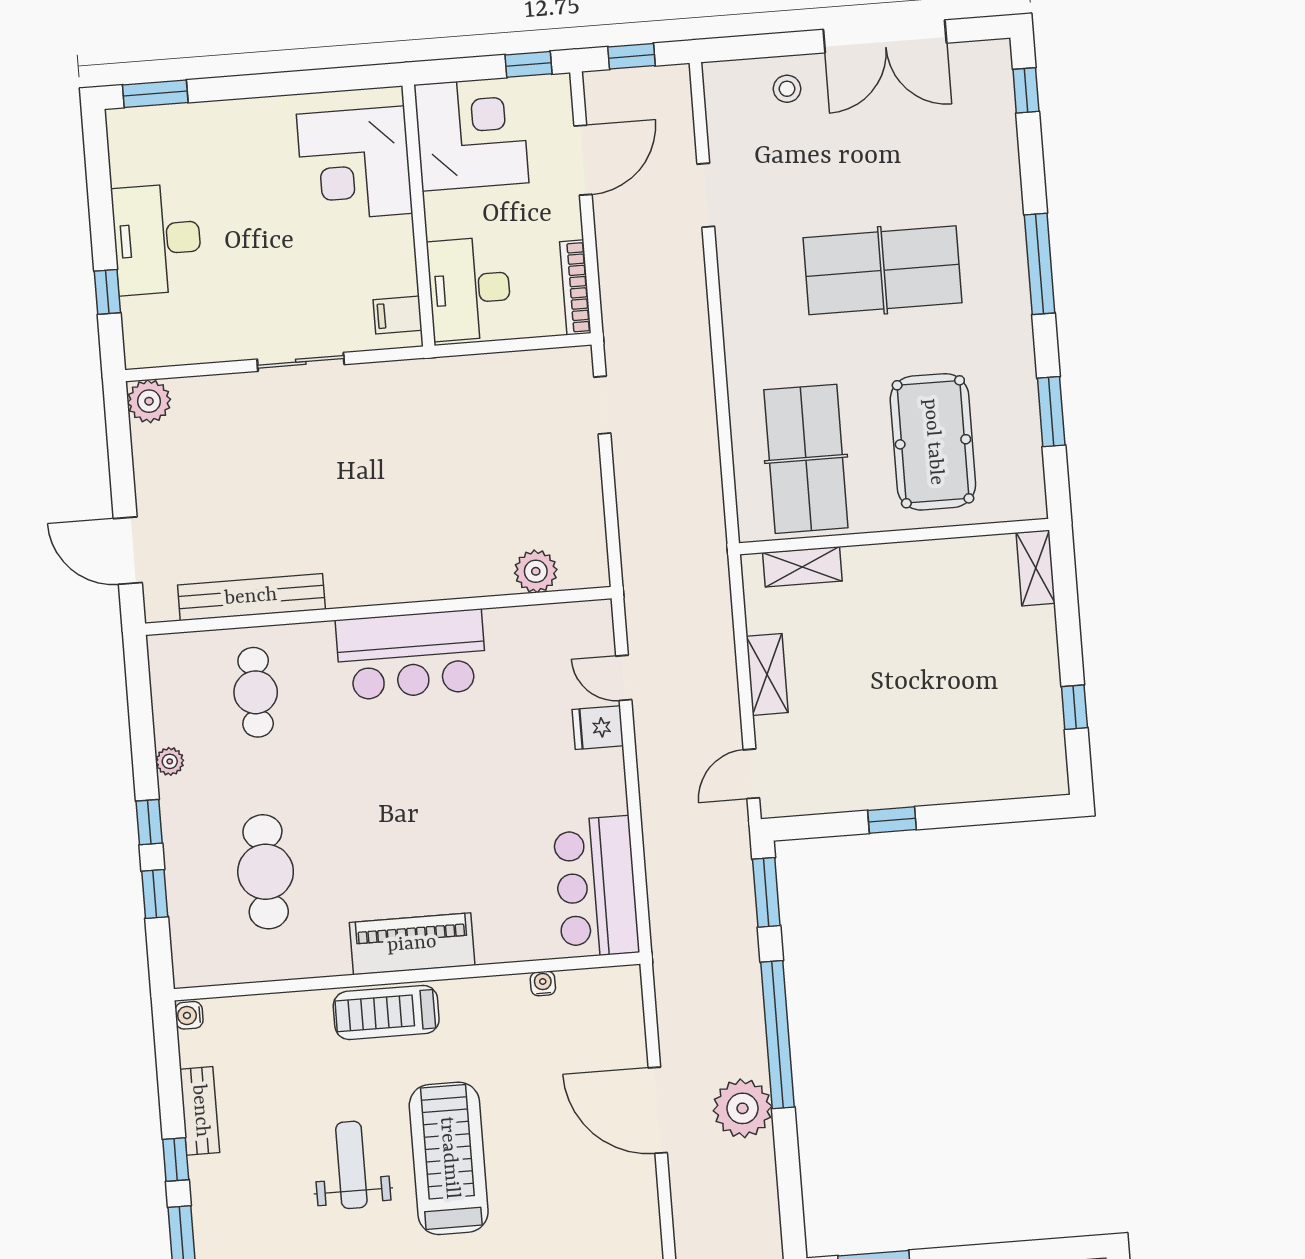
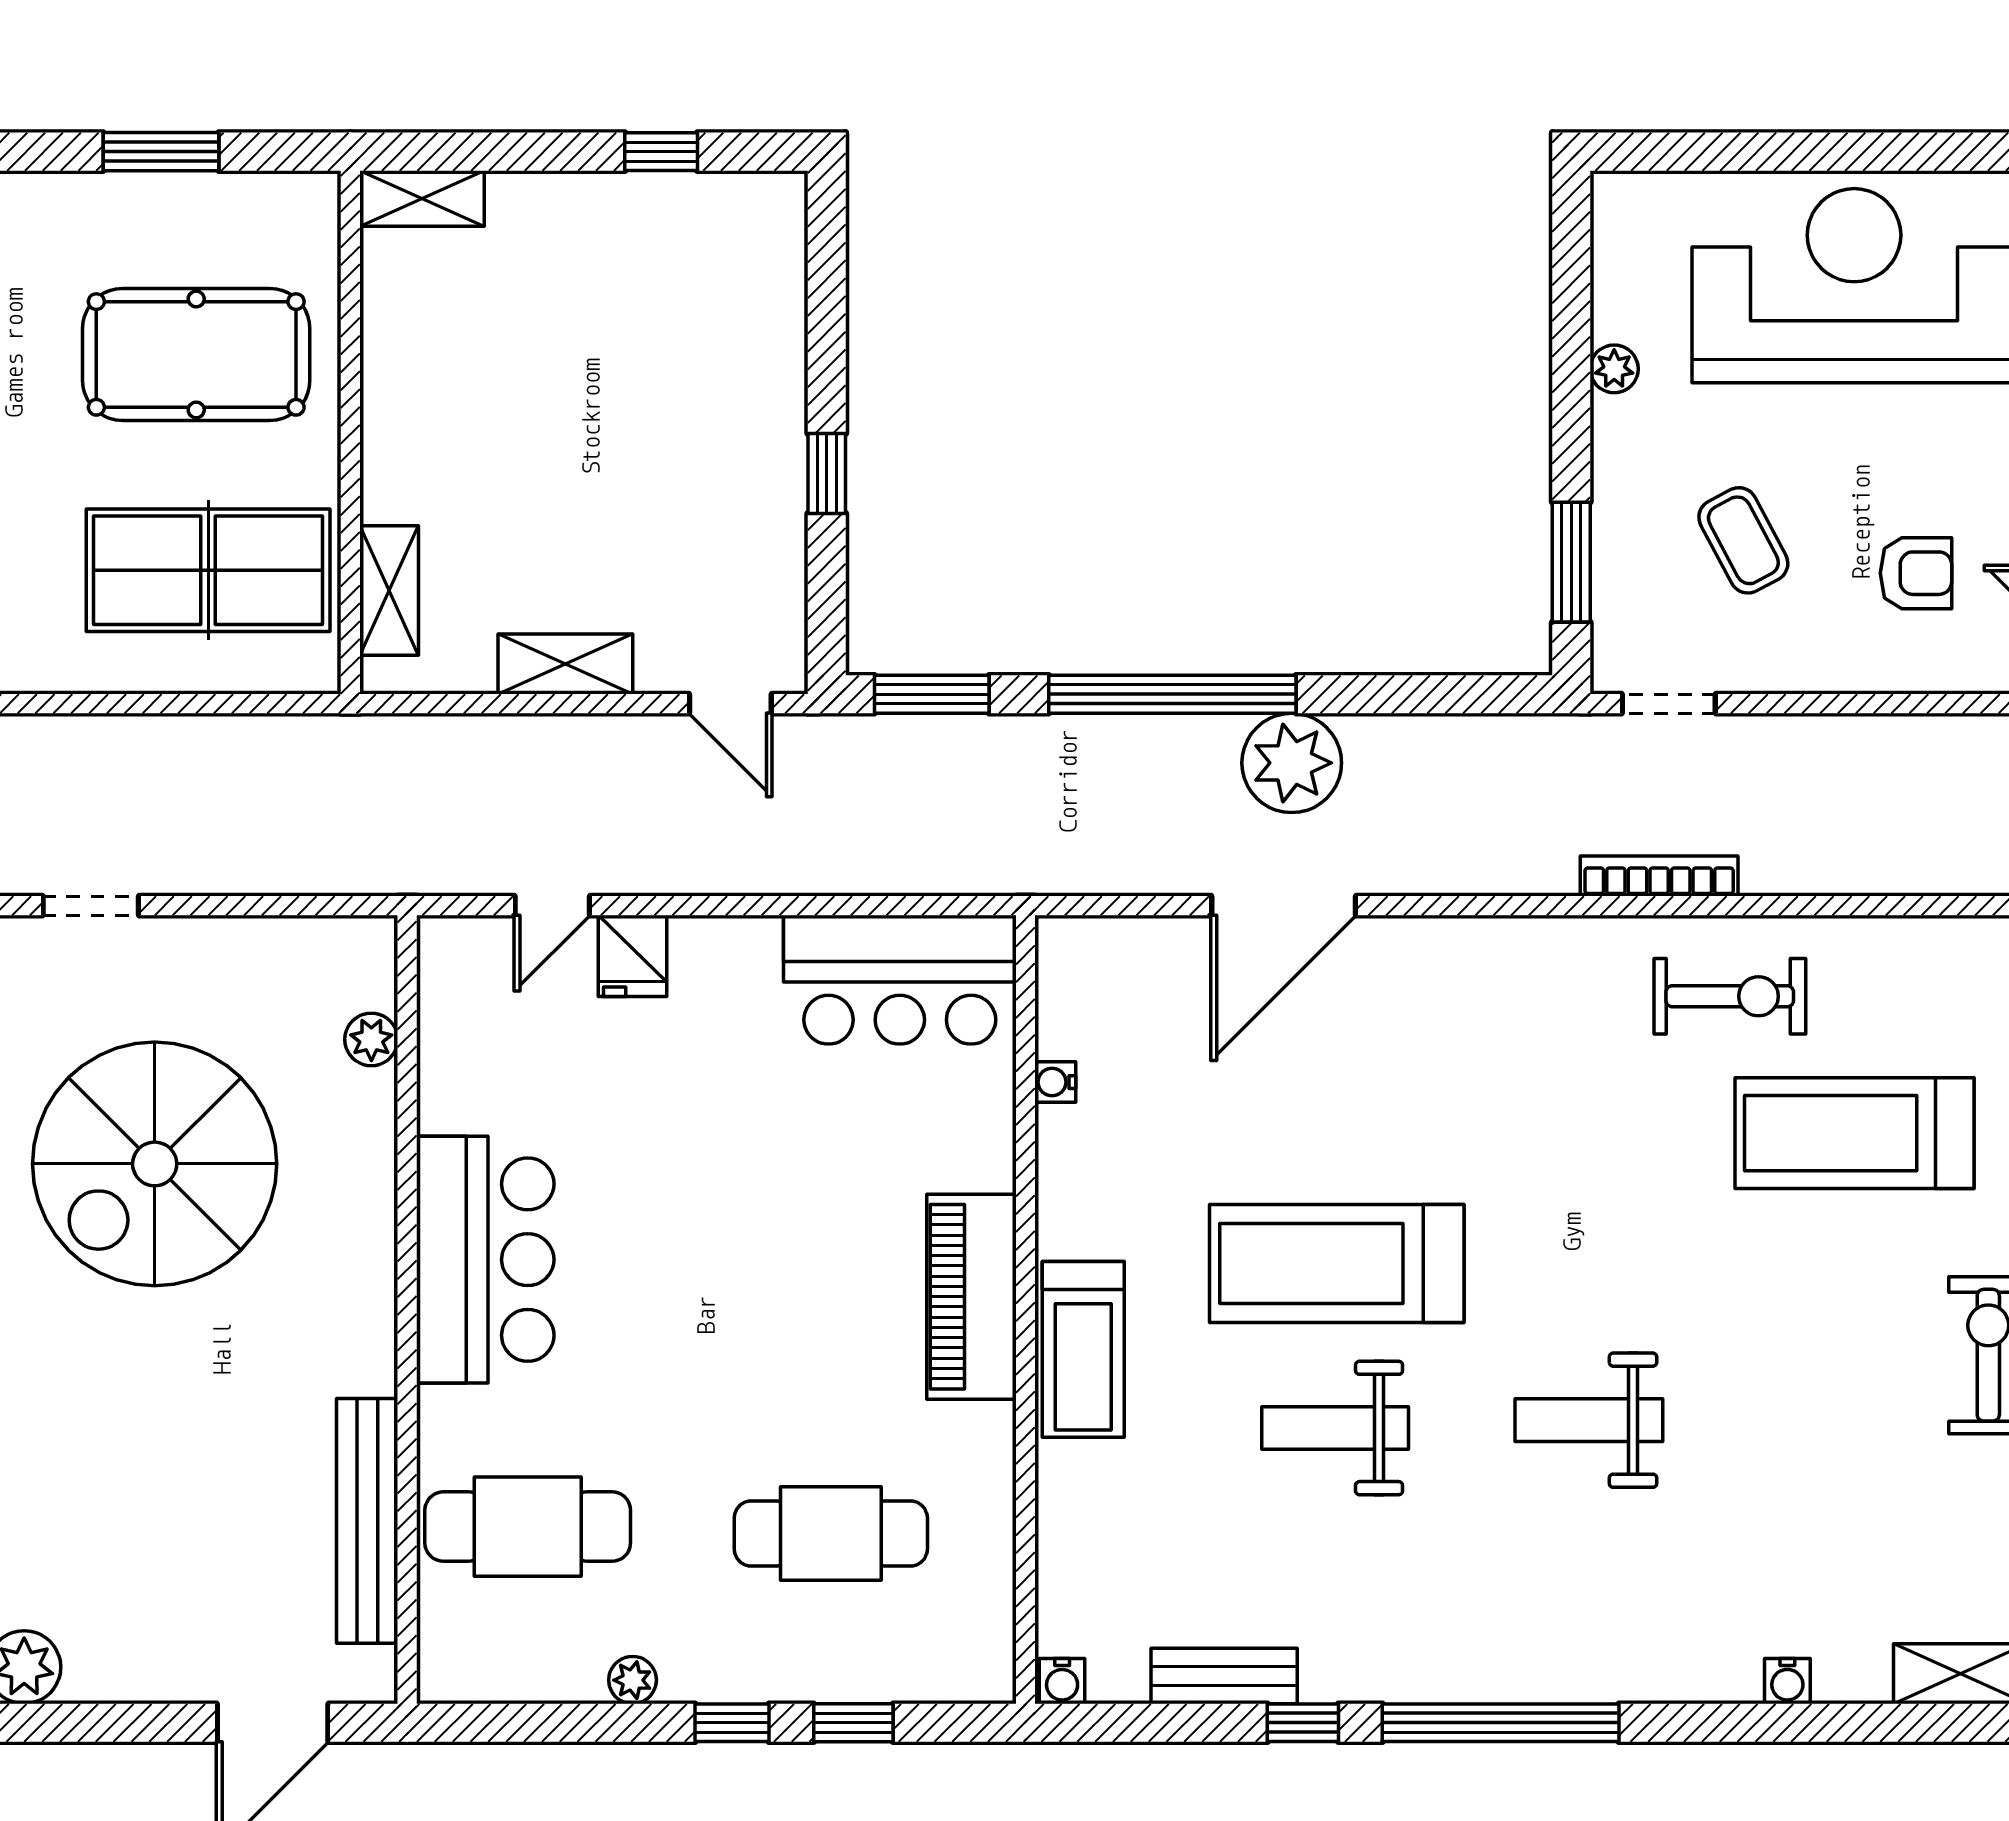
spiral stairs: (453, 455) -> (155, 1164), added
plant: (536, 571) -> (371, 1039), width x0.73, depth x0.73
cafe table: (256, 692) -> (528, 1527), width x1.37, depth x1.35

